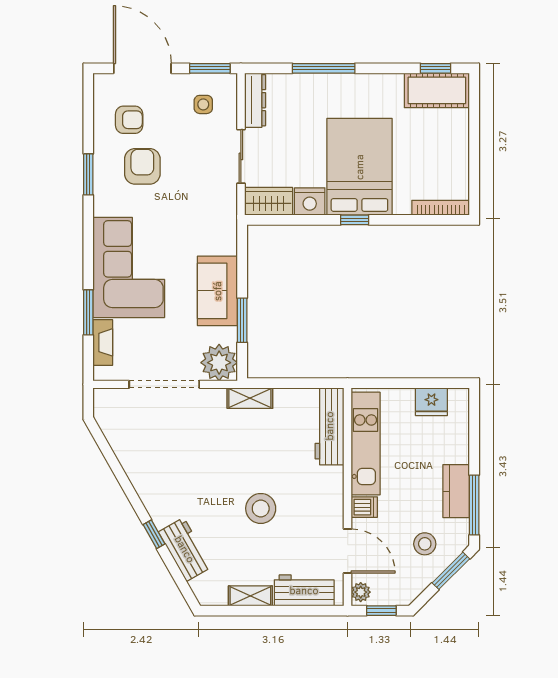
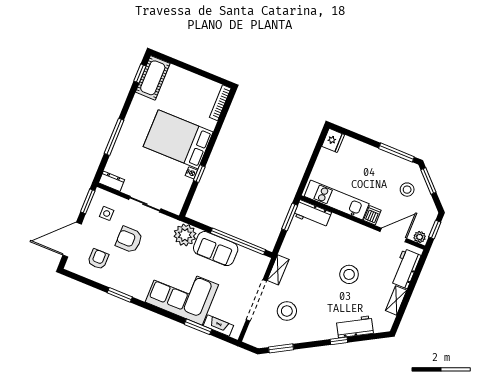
dresser: (255, 100) -> (112, 181), width x0.70
armchair: (142, 166) -> (129, 240), moved
wardrobe: (269, 201) -> (177, 199), removed
nightstand: (310, 201) -> (191, 173), width x0.53, depth x0.56
window: (355, 220) -> (199, 174), moved
window: (242, 320) -> (238, 241), width x2.11
plant: (219, 363) -> (185, 235), moved
window: (311, 383) -> (290, 217), added
shelving: (250, 398) -> (278, 270), moved
fridge: (431, 402) -> (333, 140), moved
workbench: (329, 426) -> (313, 214), width x0.73
stool: (167, 437) -> (287, 311), added
window: (107, 451) -> (281, 348), added
kitchen counter: (456, 491) -> (384, 160), removed

